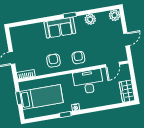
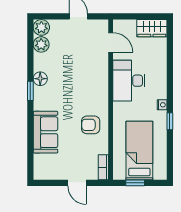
plant: (90, 19) -> (41, 44), moved
floor lamp: (79, 21) -> (40, 79), added
sofa: (60, 28) -> (45, 132), moved
armchair: (78, 58) -> (92, 89), removed

